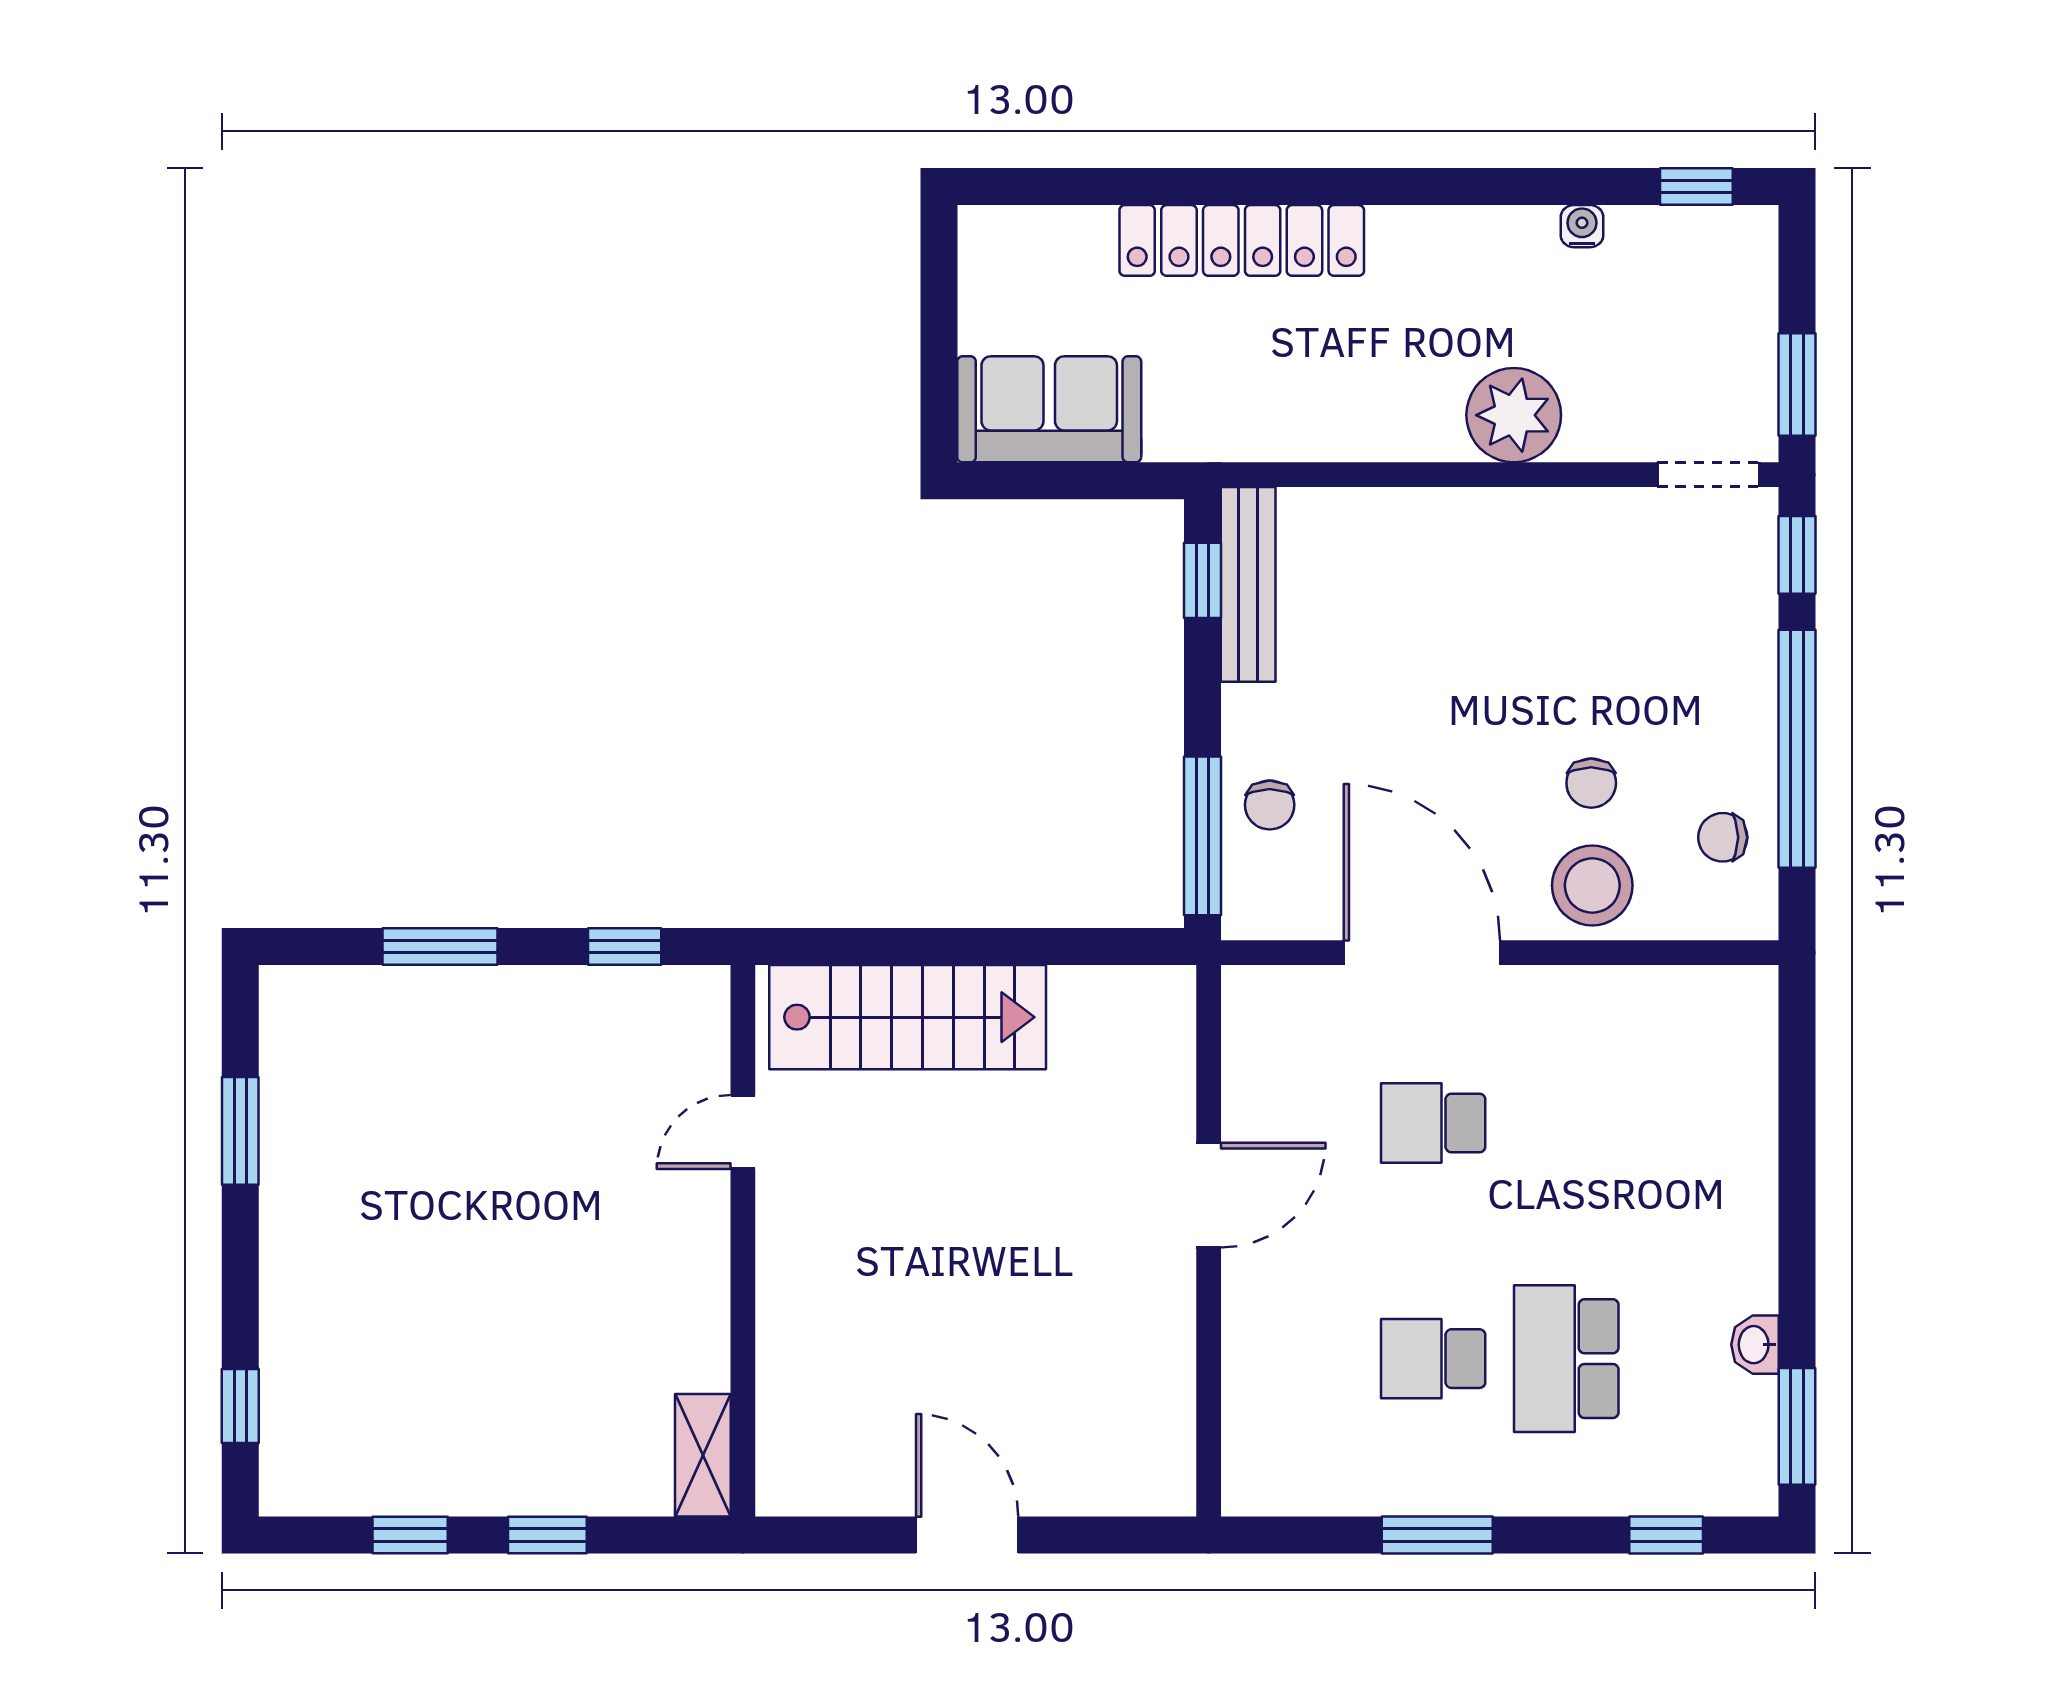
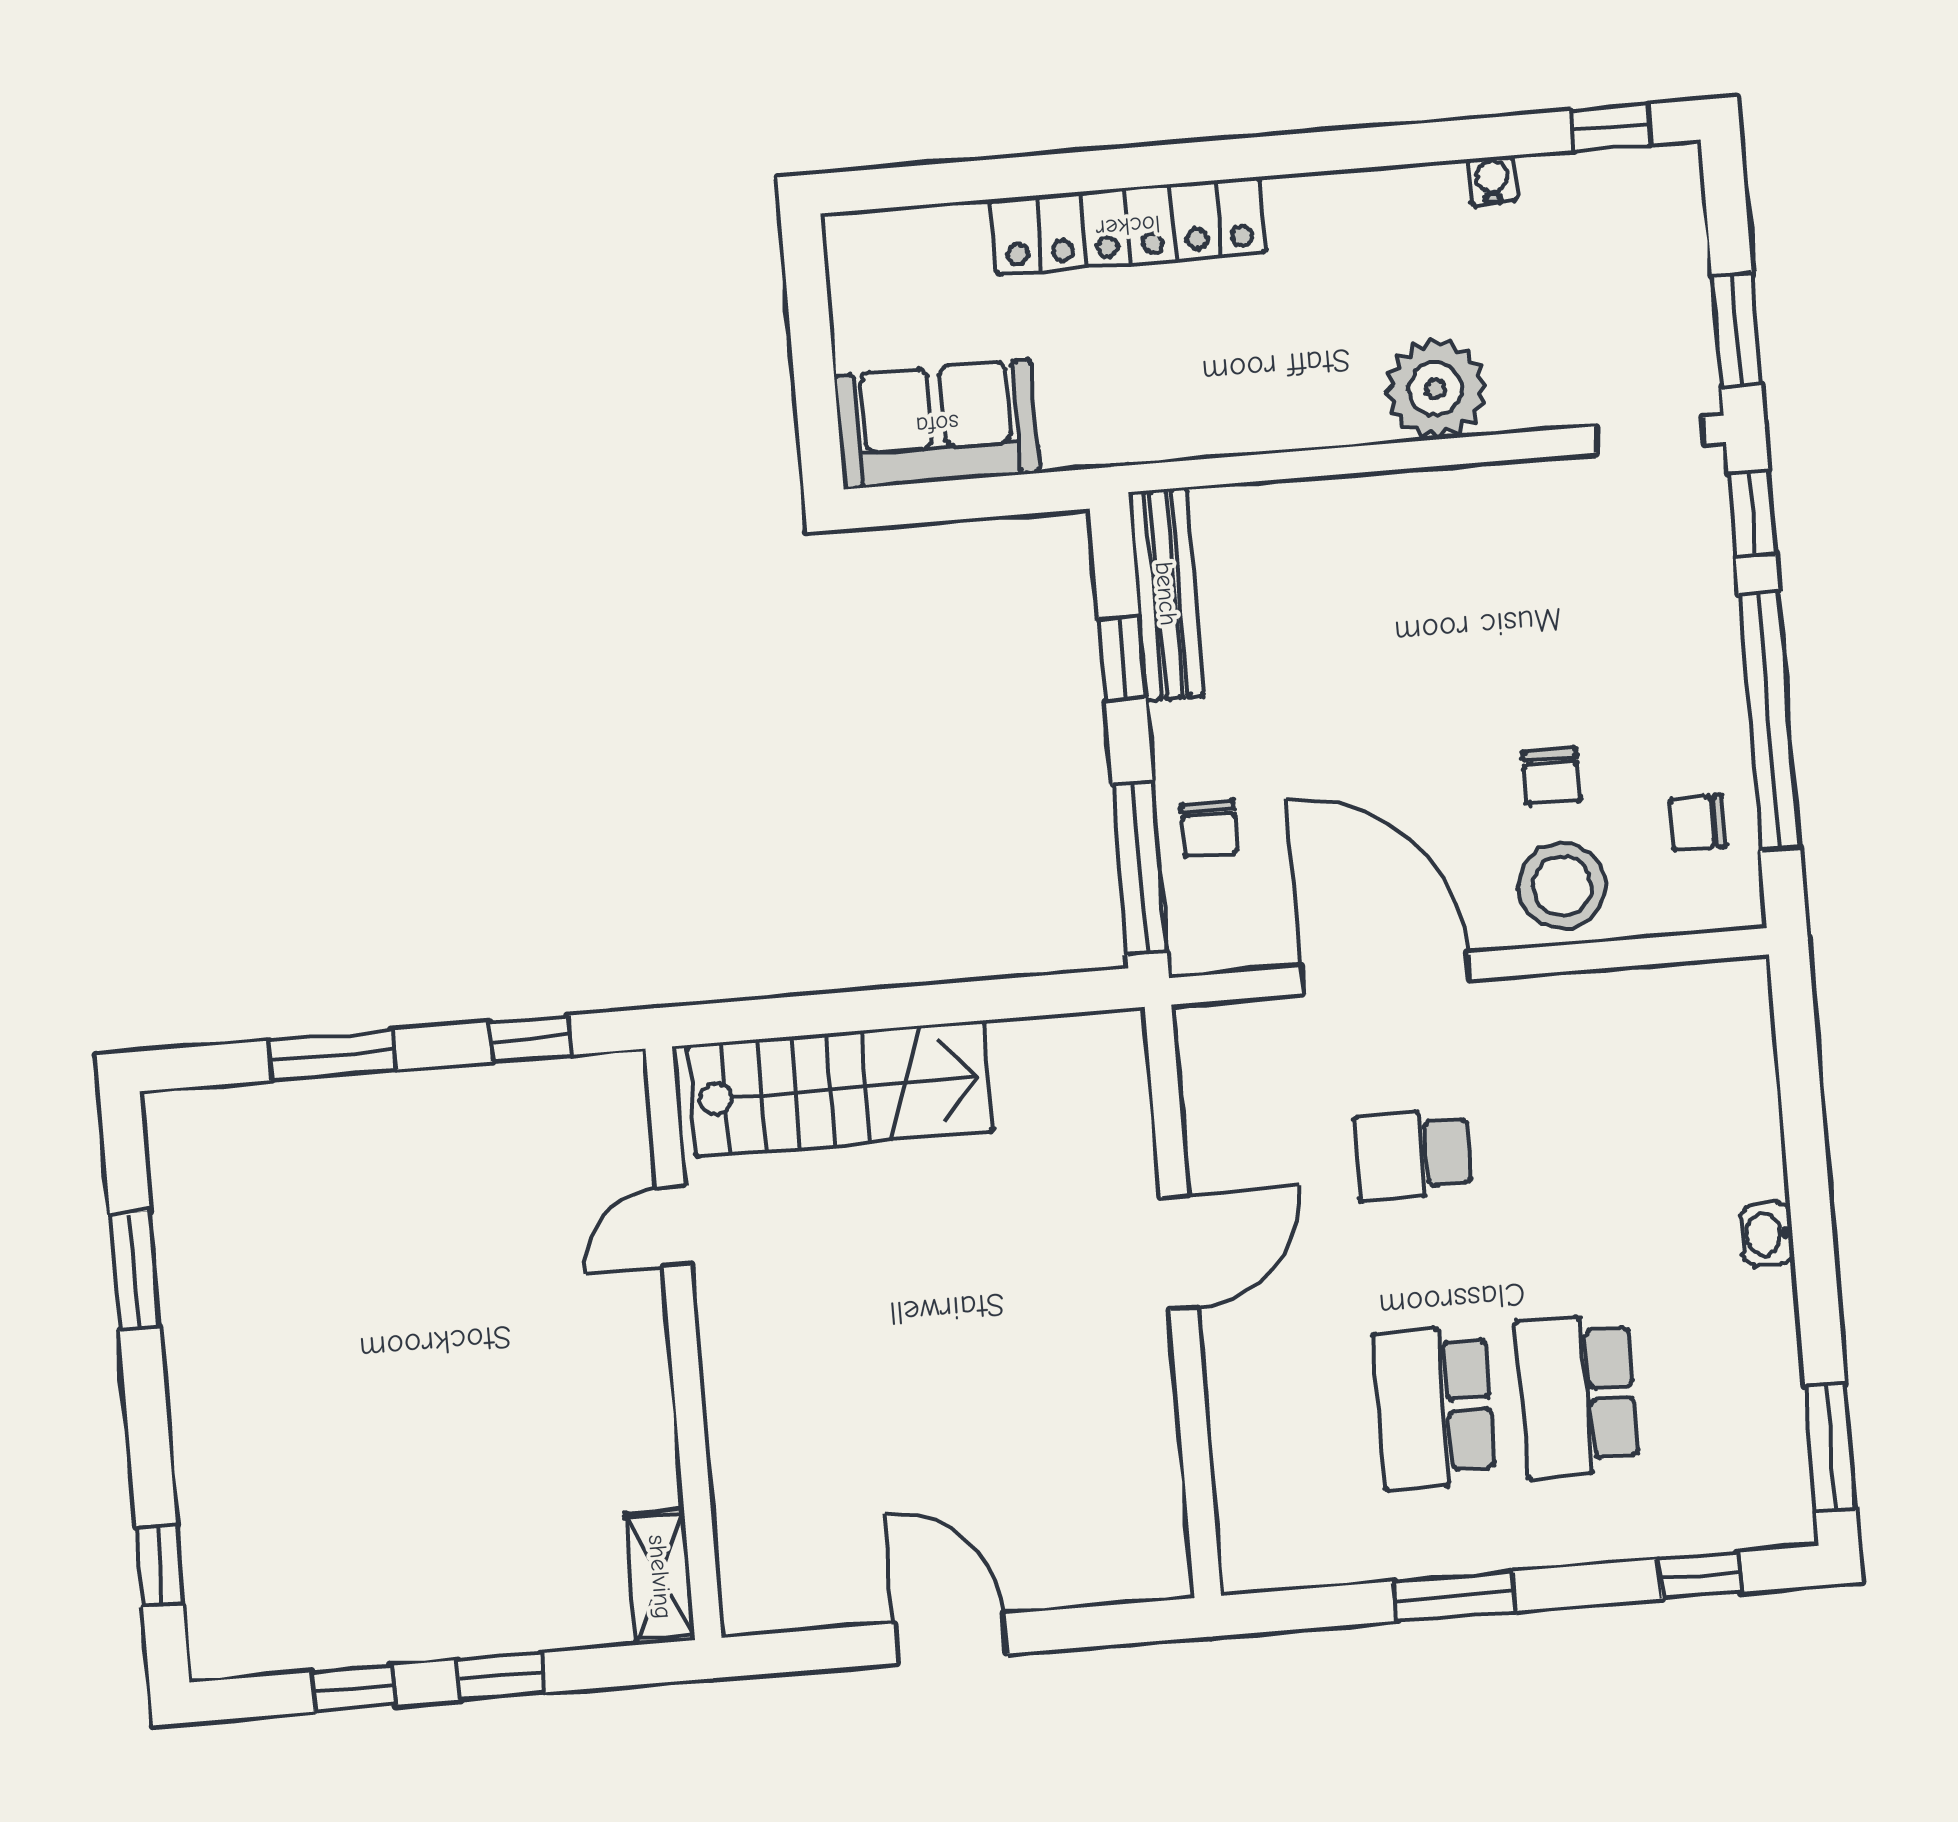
window: (1202, 580) -> (1122, 658), moved
washbasin: (1755, 1345) -> (1767, 1234), moved
school desk: (1433, 1359) -> (1434, 1407), width x1.85

